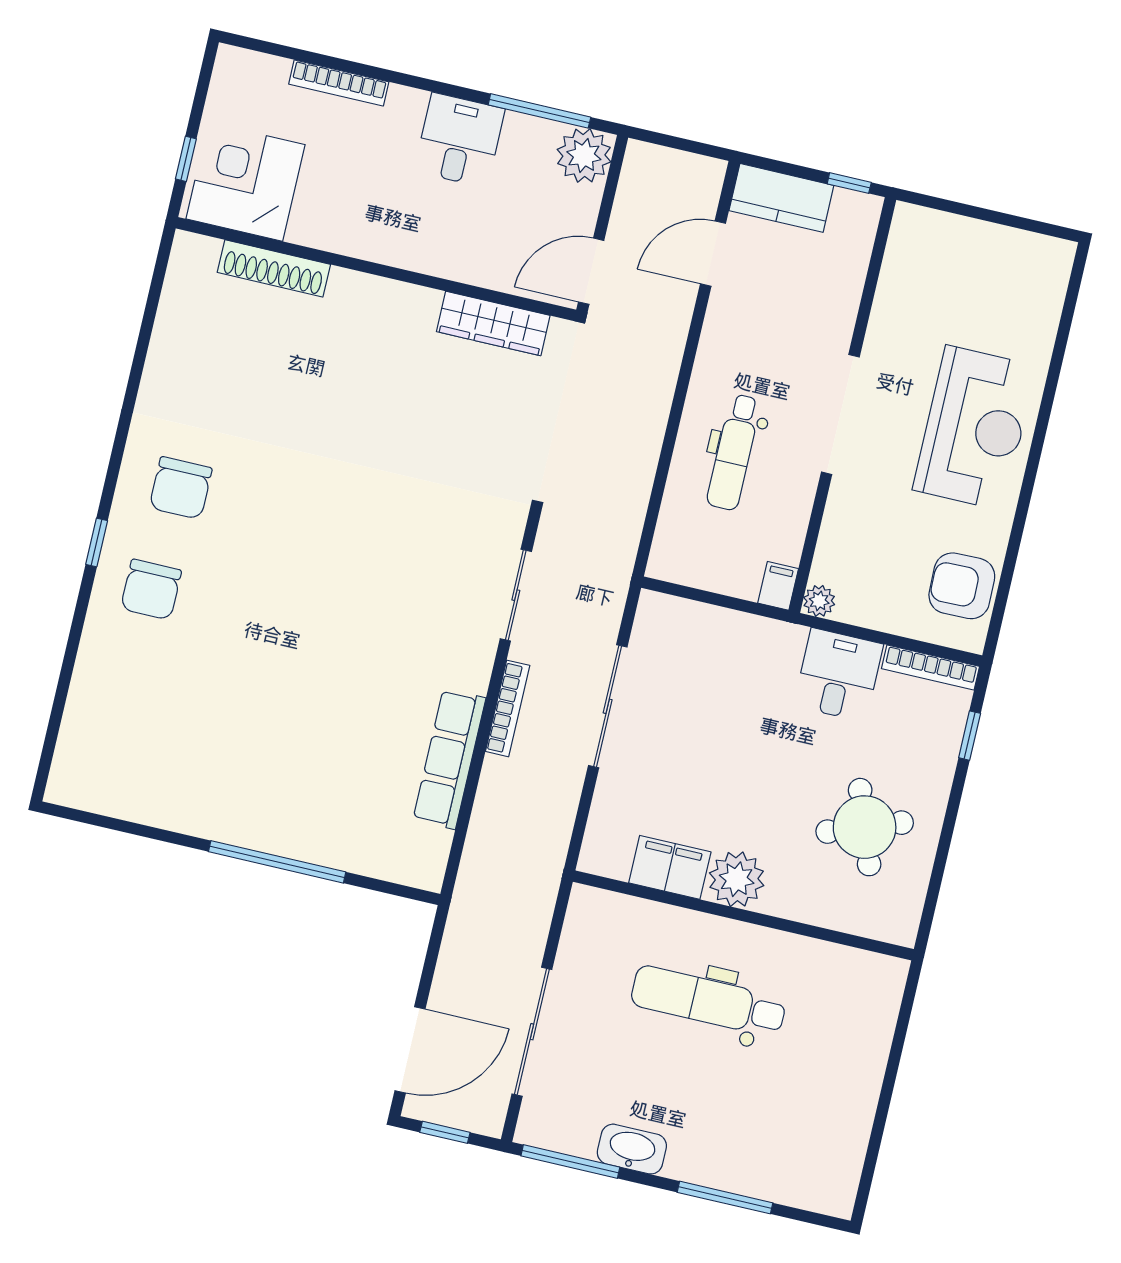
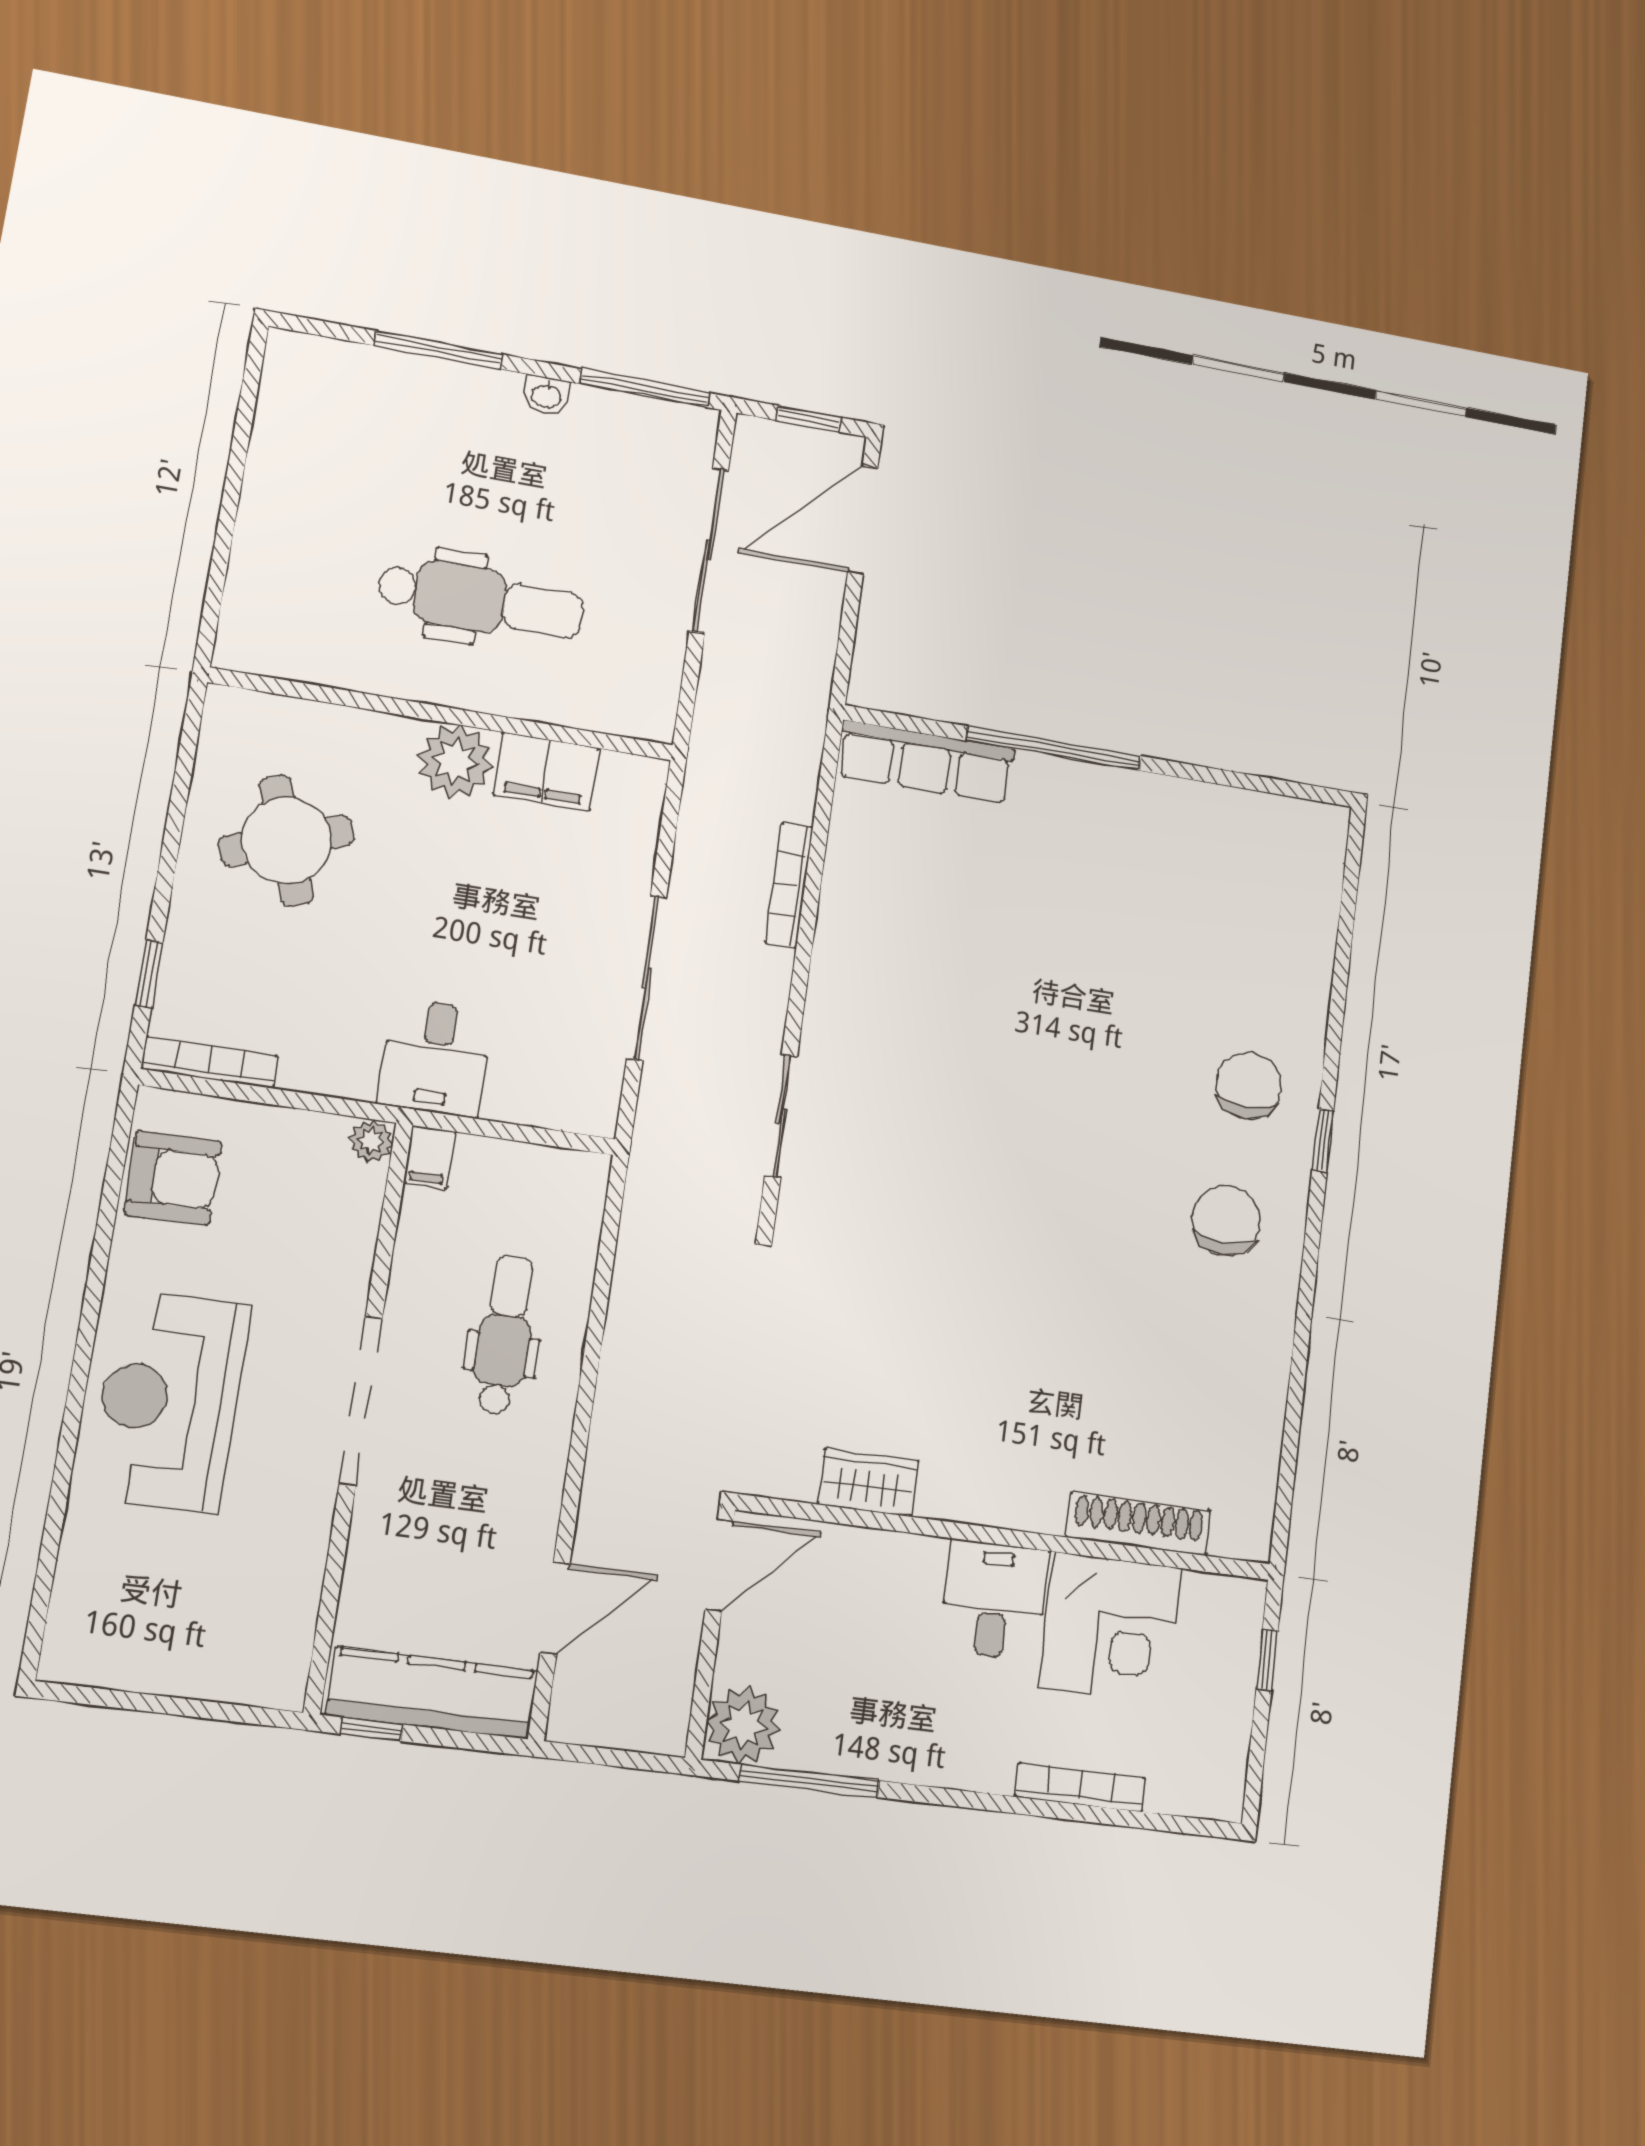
desk: (459, 140) -> (994, 1600), moved, turned 180
corner desk: (246, 182) -> (1111, 1627), moved
kitchen counter: (781, 198) -> (432, 1693), width x1.50
wardrobe: (493, 324) -> (868, 1482), width x0.67
desk: (838, 675) -> (436, 1057), moved
bookcase: (508, 708) -> (789, 885), moved
row of seats: (449, 759) -> (925, 762), moved, turned 90
washbasin: (632, 1149) -> (546, 395), width x0.52, depth x0.69

